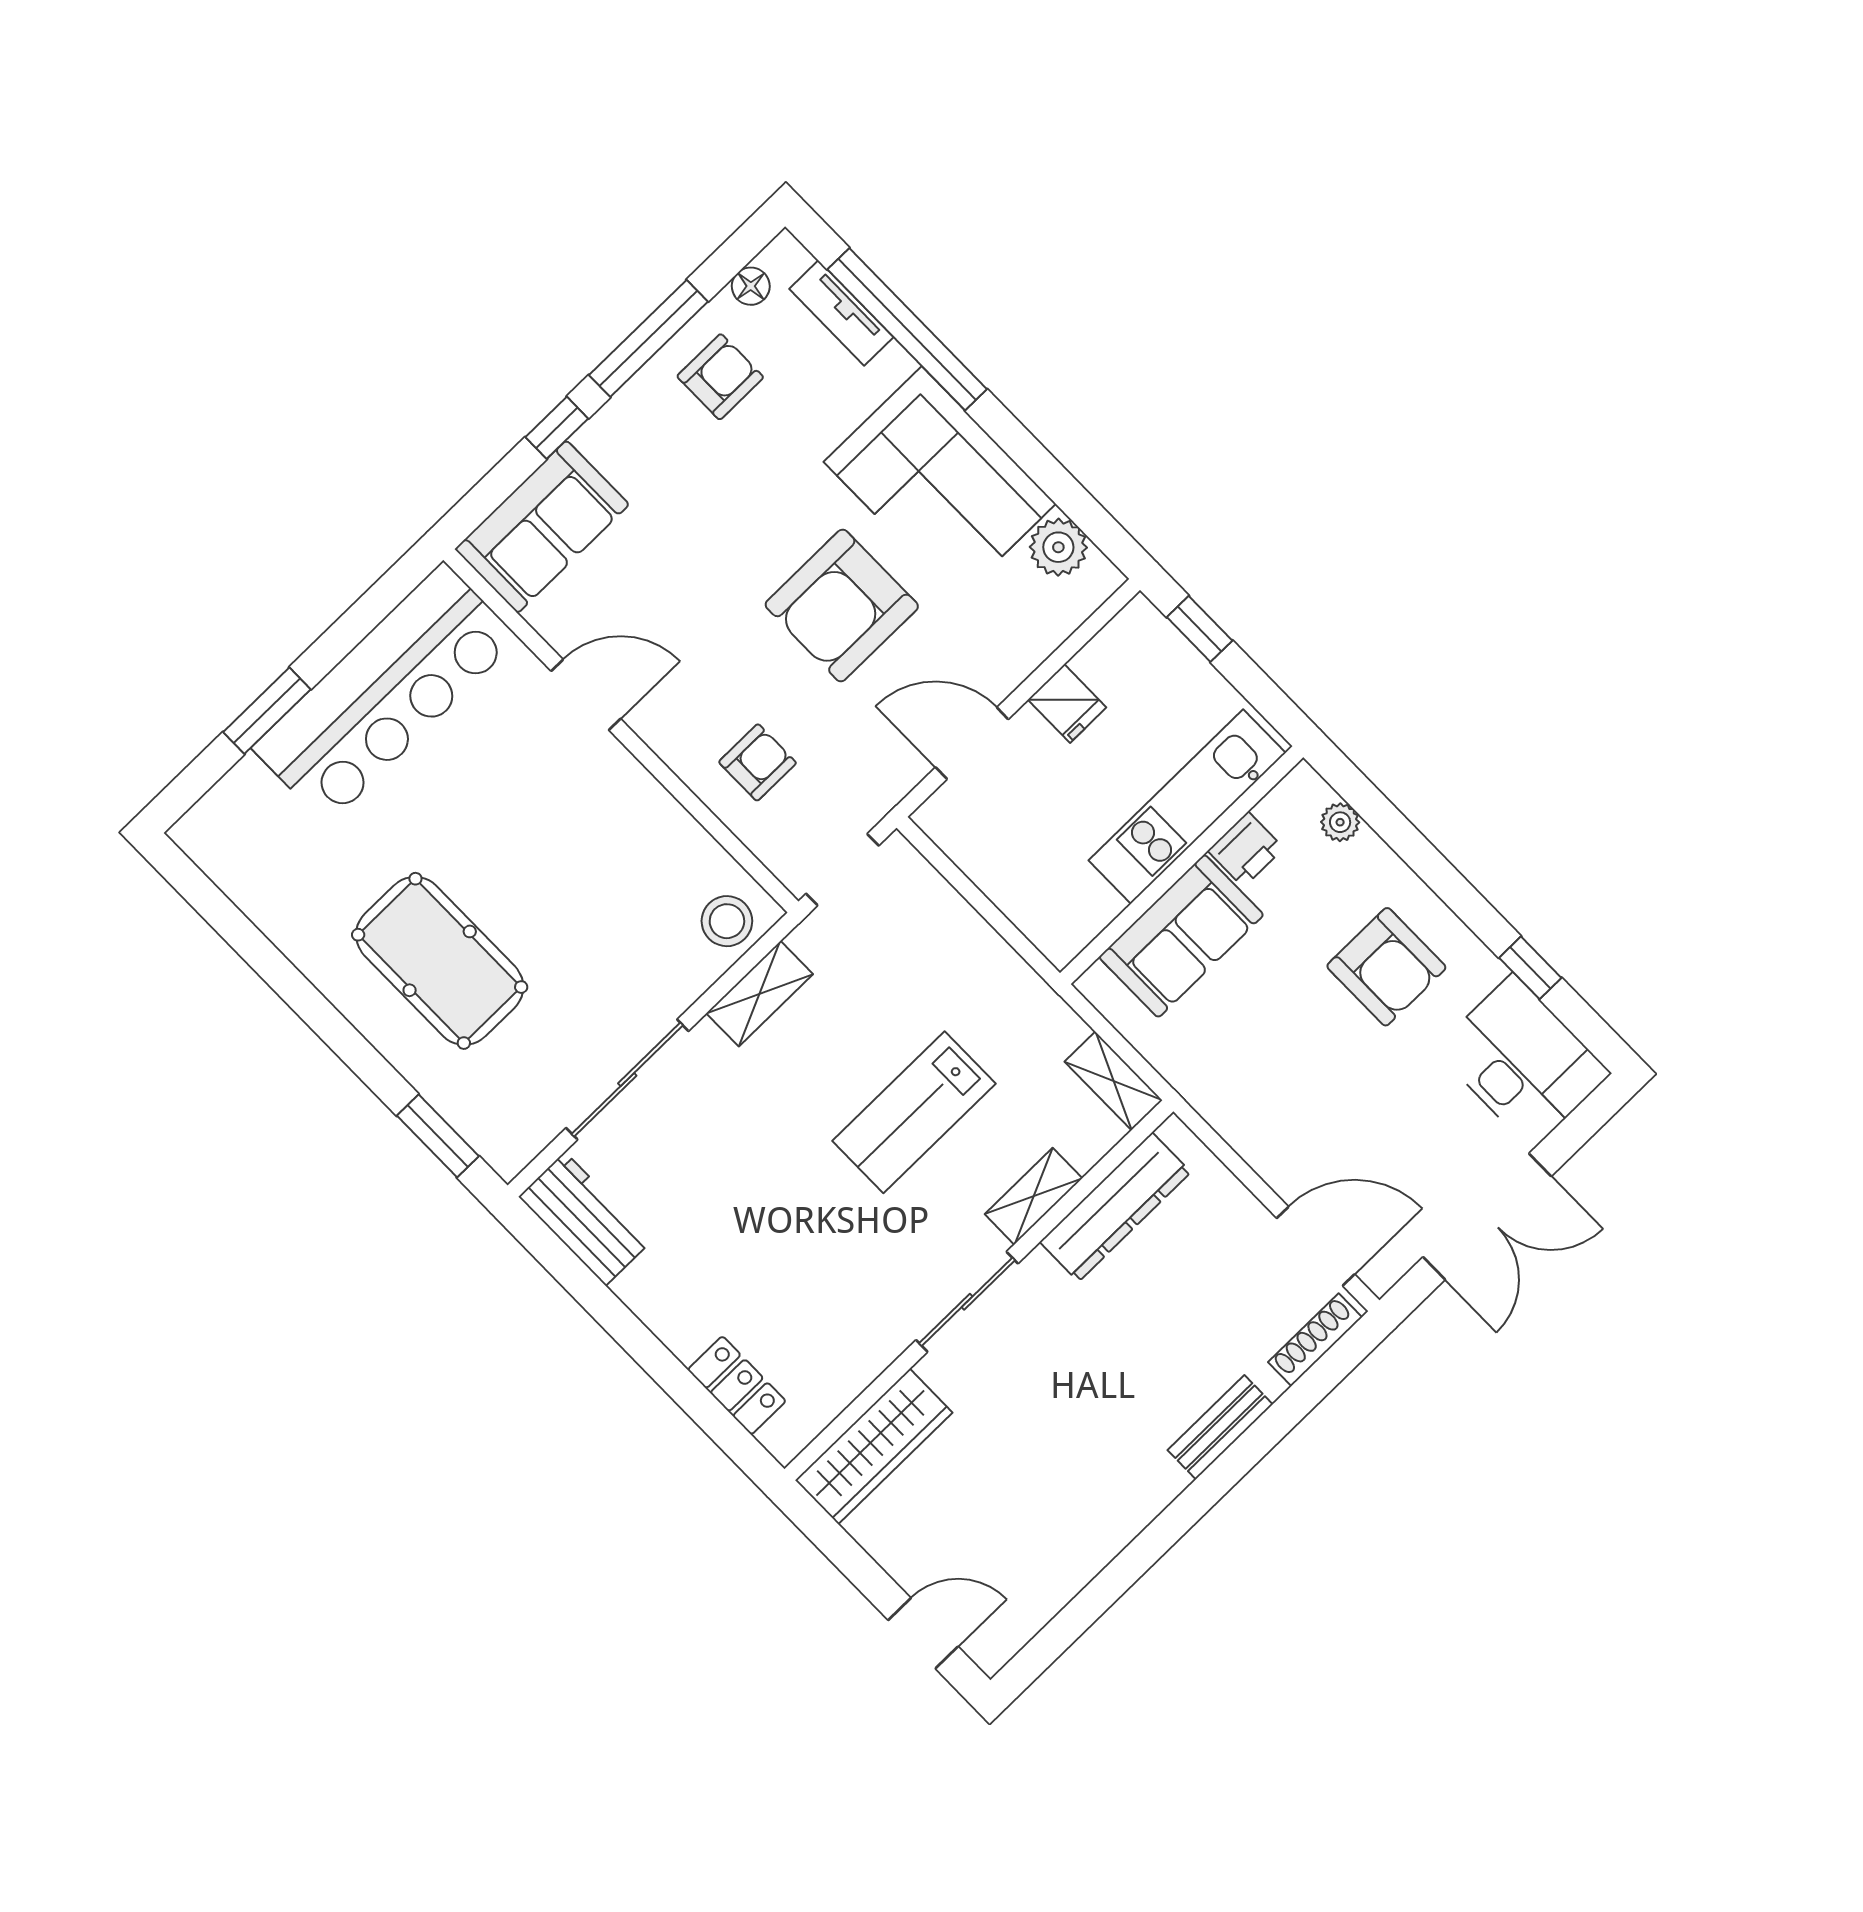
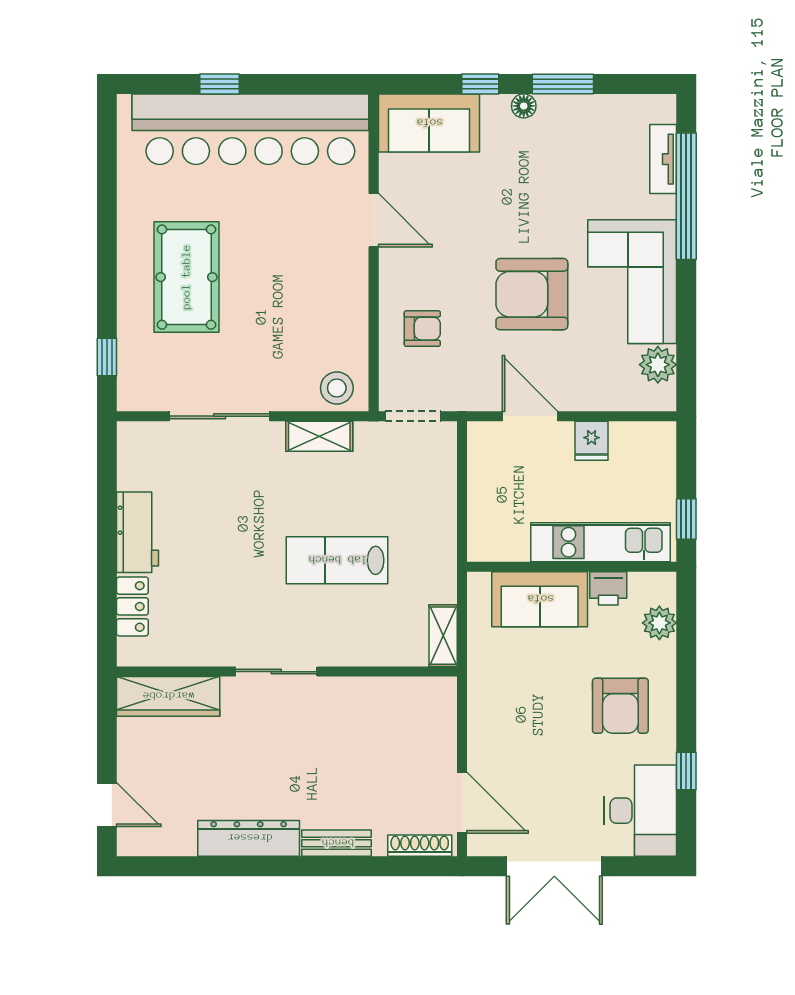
floor lamp: (751, 286) -> (524, 106), moved
window: (648, 338) -> (563, 84), width x0.69
armchair: (720, 377) -> (579, 134), removed
window: (1200, 629) -> (686, 519), moved
bar counter: (385, 693) -> (250, 129), width x1.36
window: (267, 711) -> (219, 84), width x0.67
plant: (1340, 822) -> (659, 623), width x1.38, depth x1.38
window: (438, 1136) -> (107, 357), width x0.67
shelving: (1034, 1196) -> (354, 653), removed
dresser: (1115, 1207) -> (249, 838), moved, turned 180
workbench: (585, 1219) -> (138, 532), moved

